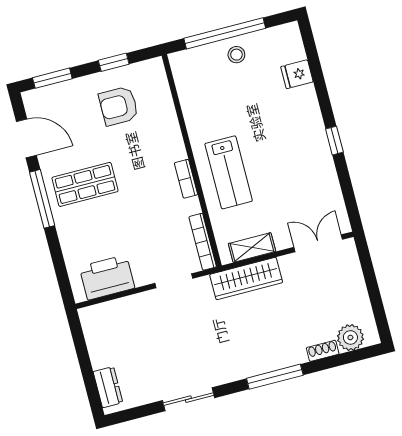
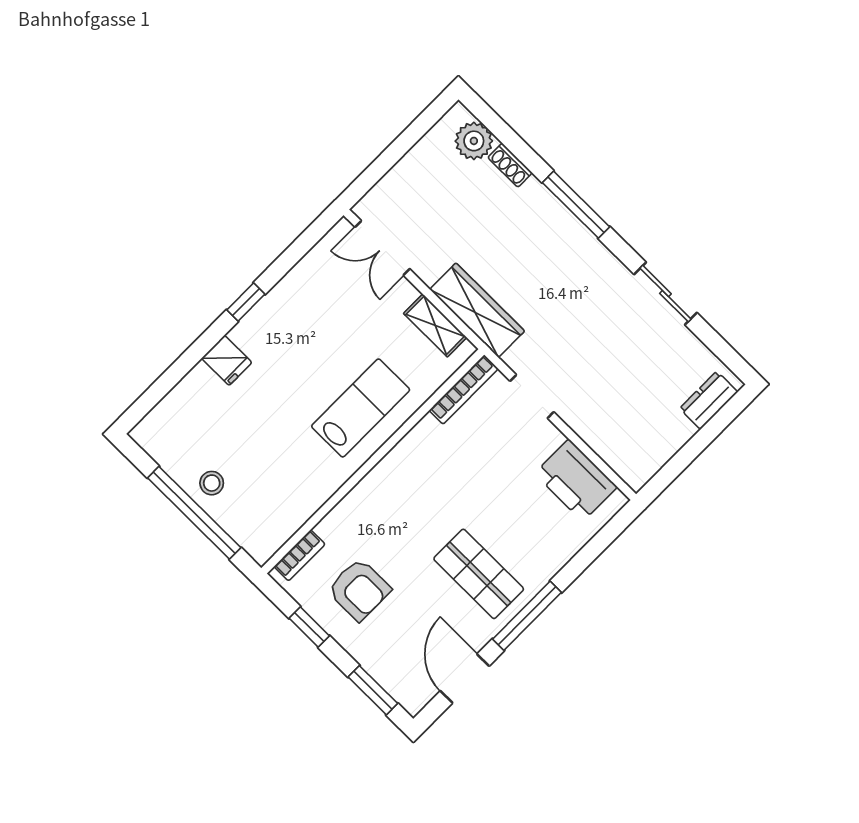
fridge: (297, 74) -> (227, 360), moved
bookcase: (186, 179) -> (300, 555), moved

